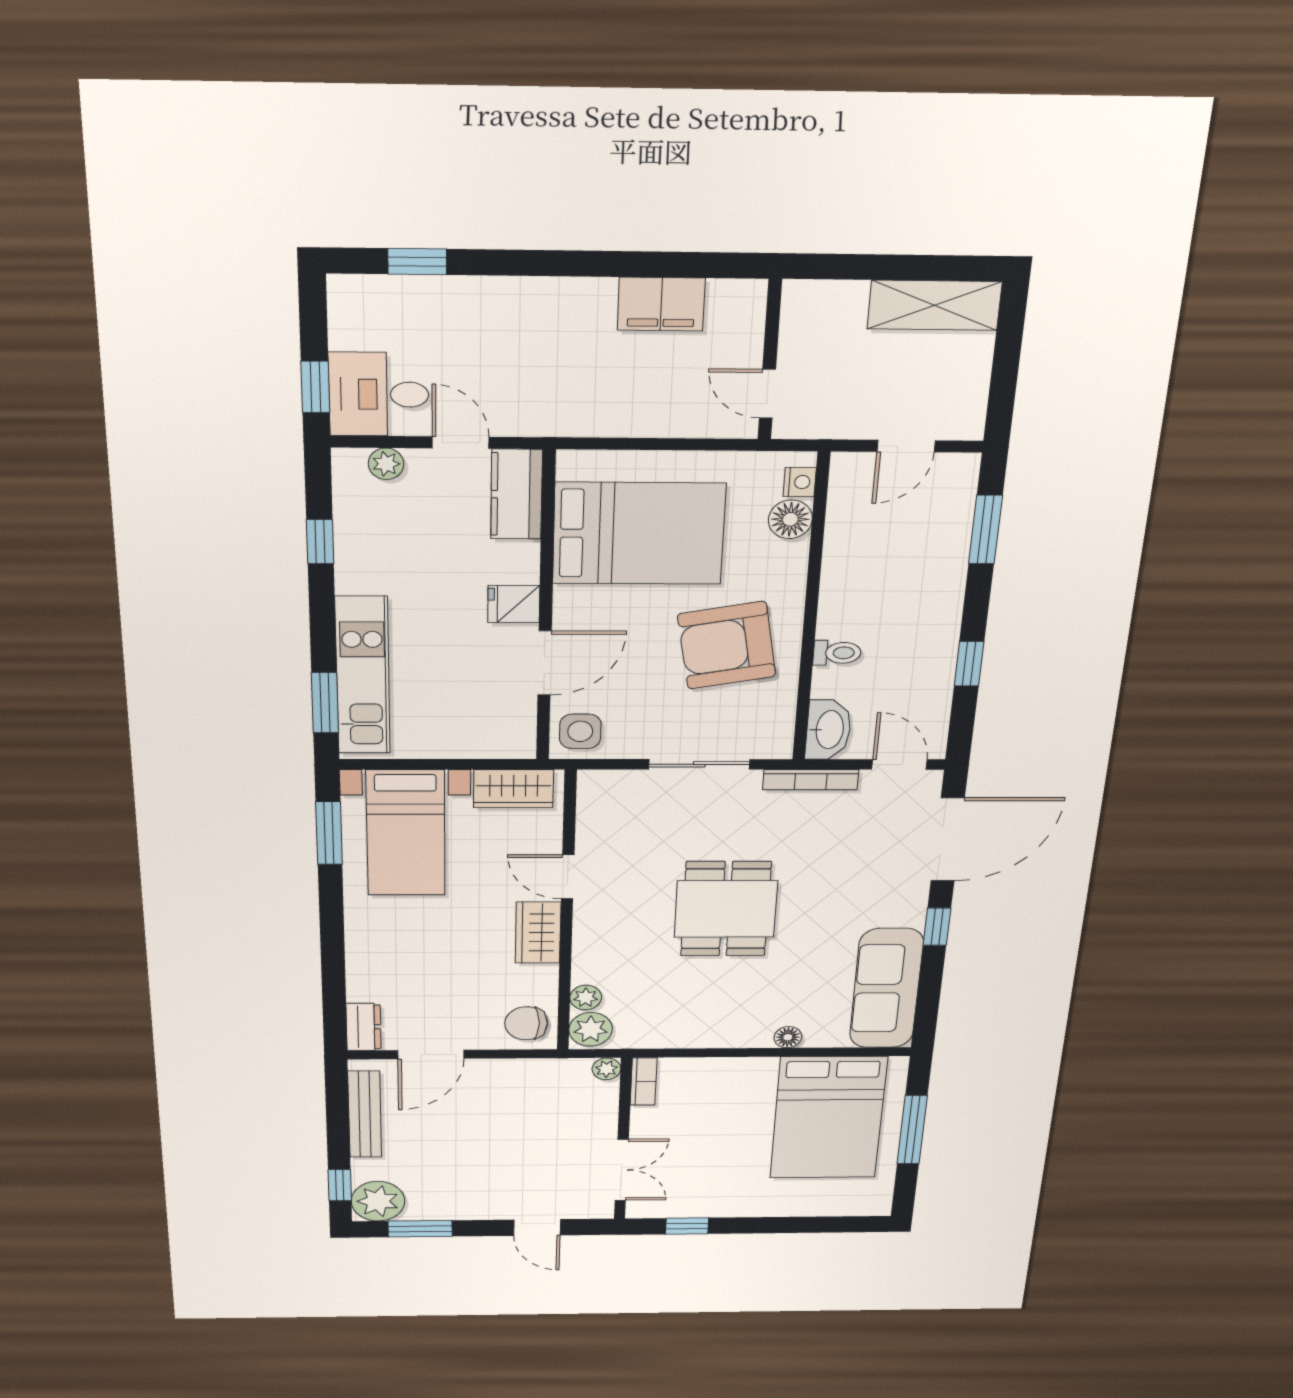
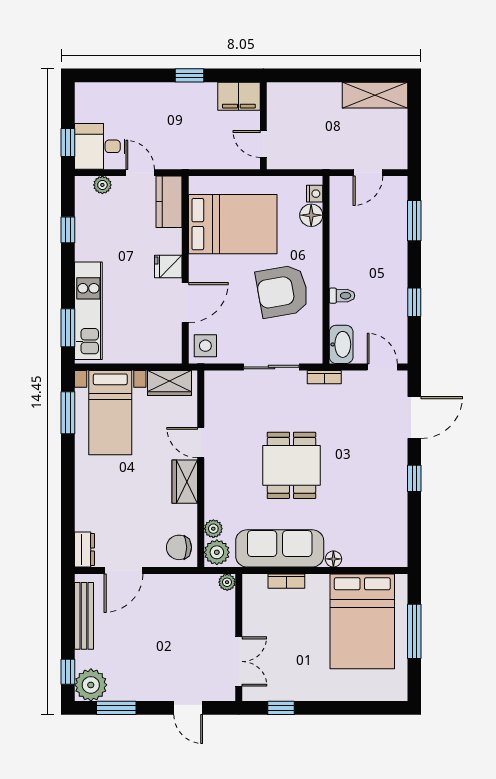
window: (417, 262) -> (190, 75), moved
wall: (770, 360) -> (263, 126), moved
door: (767, 394) -> (263, 144), moved
bookcase: (811, 780) -> (324, 377), width x0.64
door: (948, 840) -> (414, 417), width x0.73
sofa: (886, 989) -> (280, 548), moved, turned 90
bookcase: (644, 1082) -> (286, 581), moved, turned 90

